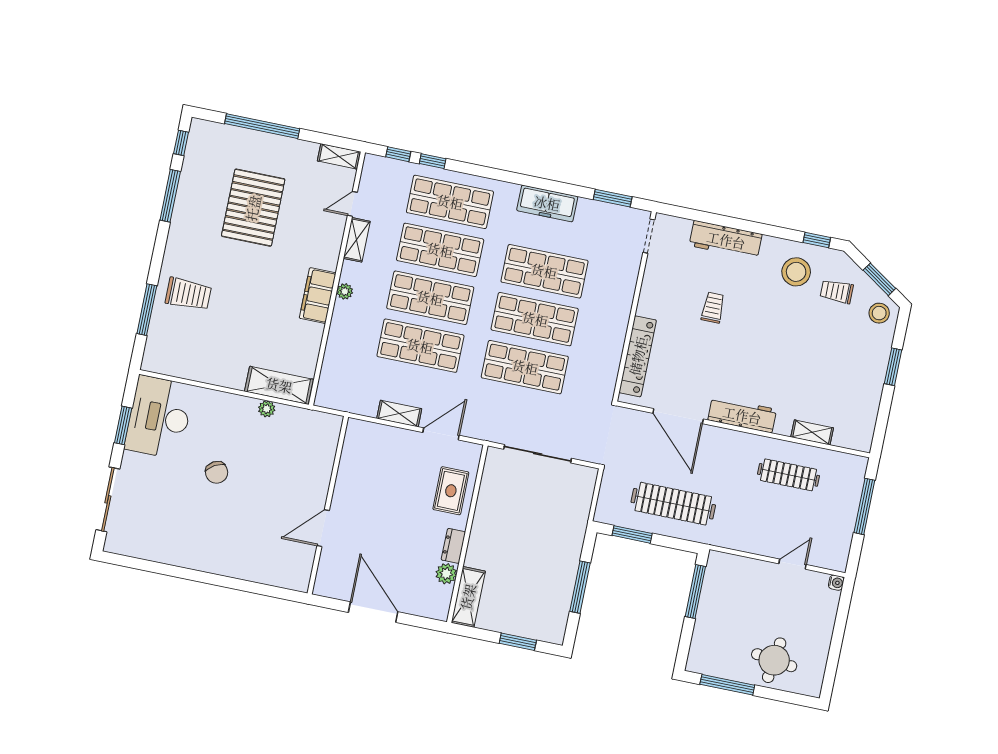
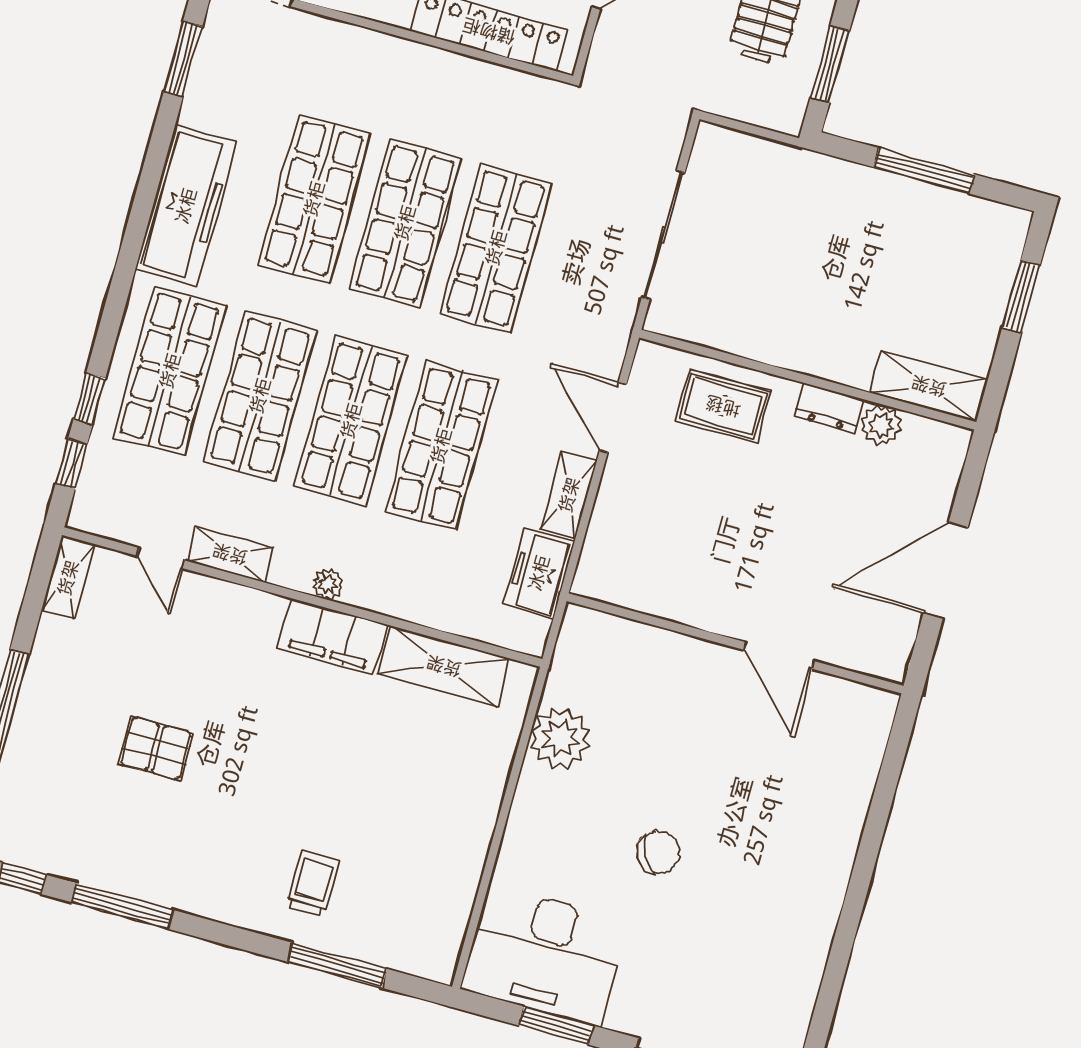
freezer: (547, 203) -> (186, 206), width x1.36, depth x1.26
pallet: (253, 208) -> (155, 749), width x0.49, depth x0.50
trolley: (188, 294) -> (313, 884), width x0.73, depth x0.72
shelving: (279, 385) -> (444, 666), moved, turned 90
freezer: (357, 401) -> (539, 573), added
plant: (267, 409) -> (560, 738), width x1.87, depth x1.87

